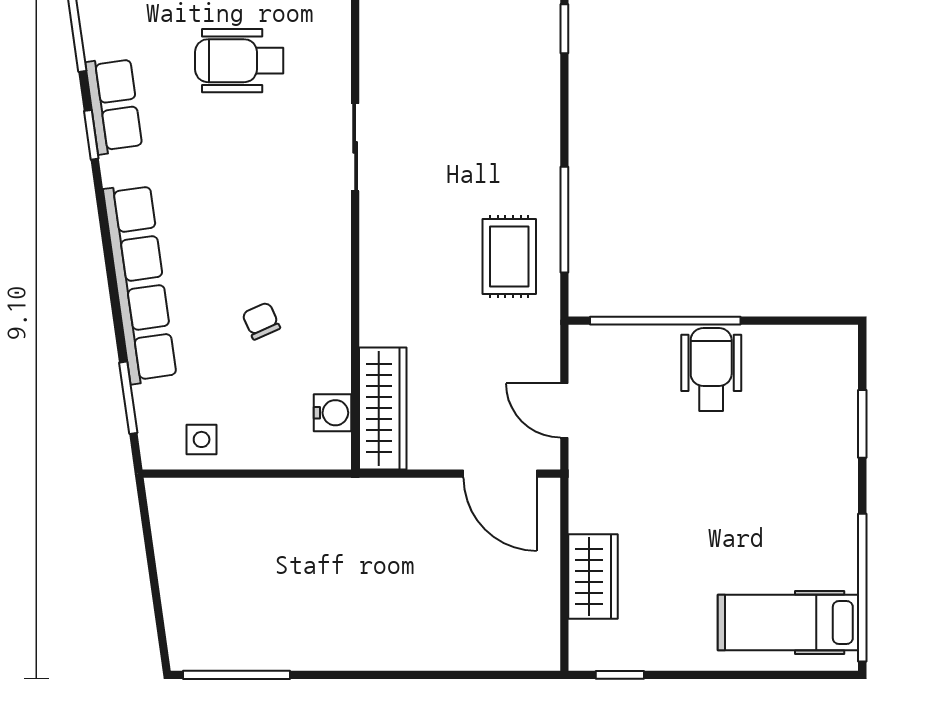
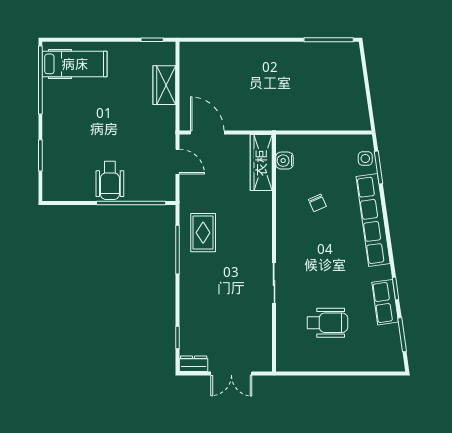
side table: (202, 439) -> (365, 158), moved

